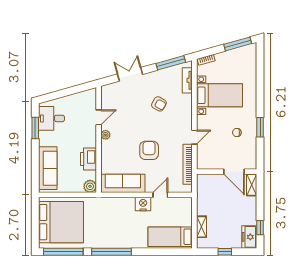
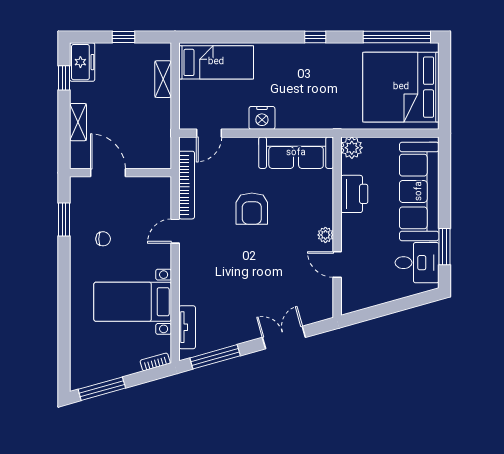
double door: (130, 74) -> (284, 337), swing flipped
armchair: (159, 104) -> (235, 287), removed
door: (99, 117) -> (337, 264), hinge flipped
window: (260, 127) -> (64, 219), moved
sofa: (48, 168) -> (419, 191), width x1.36, depth x1.27
shelving: (252, 185) -> (78, 122), moved
door: (160, 195) -> (209, 133), moved
window: (112, 252) -> (315, 37), width x0.32

